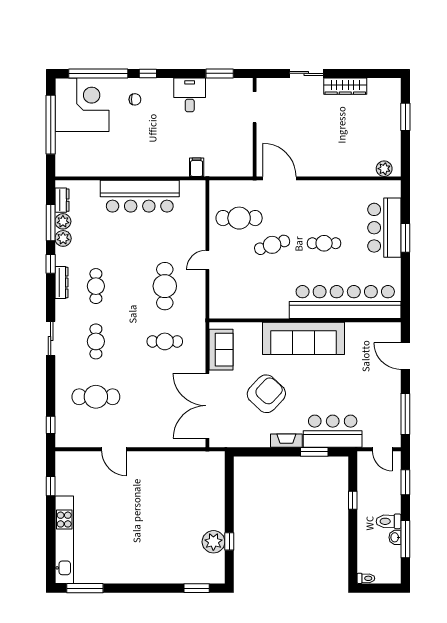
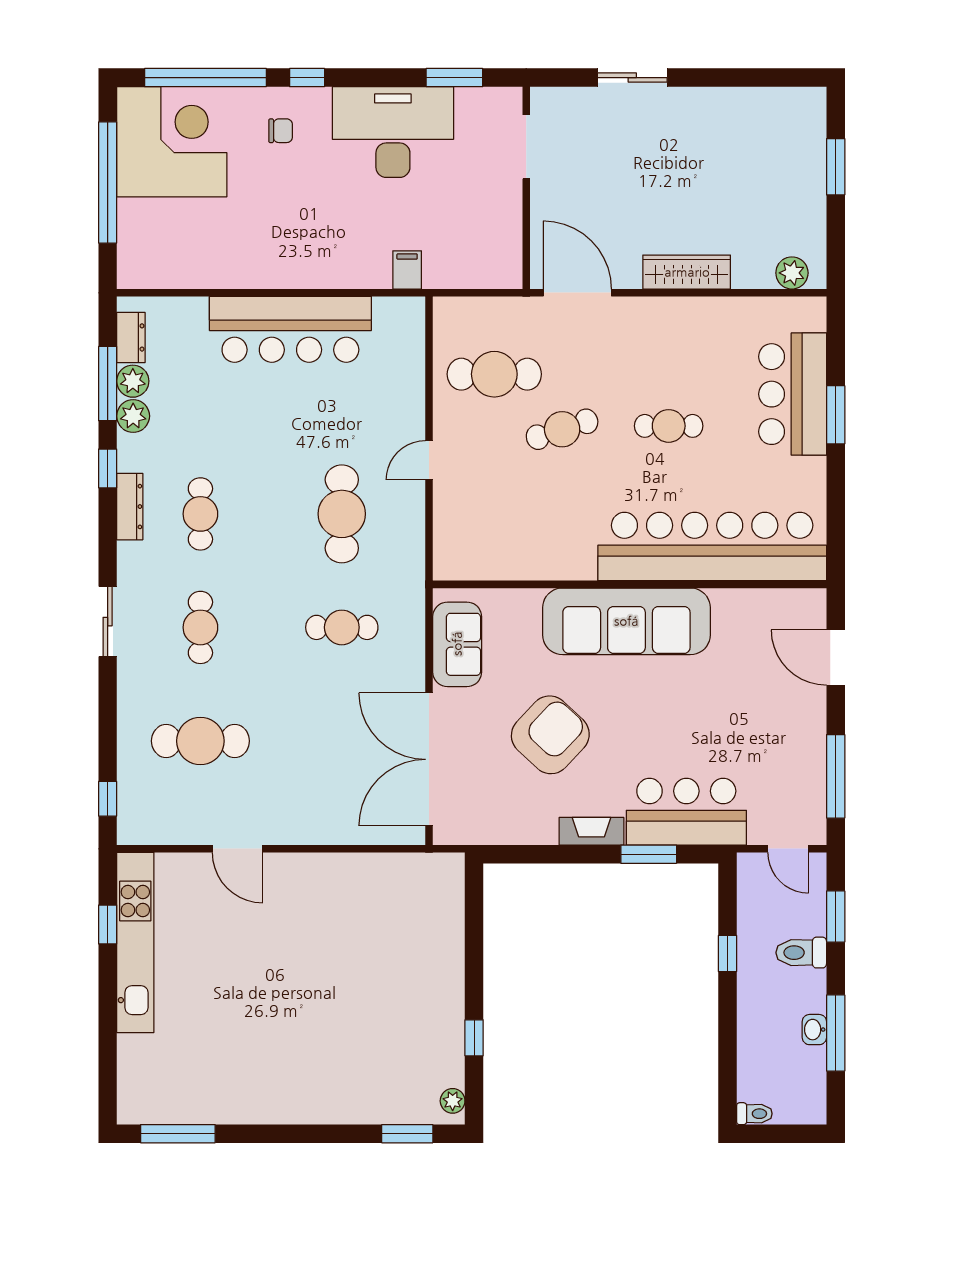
wardrobe: (345, 86) -> (687, 272), moved, turned 180
desk: (190, 95) -> (393, 132), width x1.87, depth x1.30
toilet: (389, 521) -> (801, 953), moved
kitchen unit: (64, 540) -> (135, 942), moved
plant: (213, 542) -> (453, 1101), moved, width x0.53, depth x0.53

